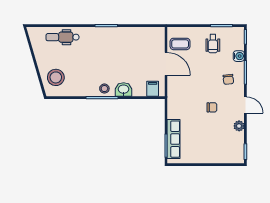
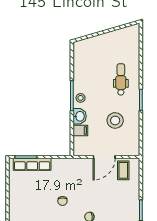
dental chair: (62, 37) -> (121, 79), moved
wheelchair: (213, 44) -> (124, 202), removed
stool: (56, 77) -> (115, 120), moved
filing cabinet: (153, 89) -> (80, 131), moved

